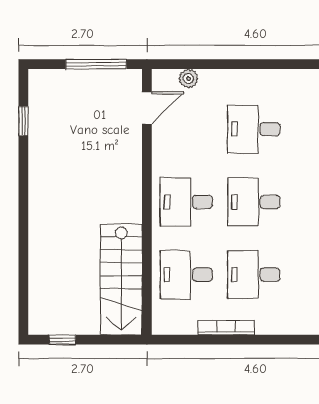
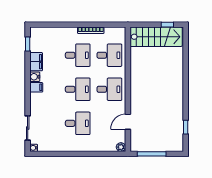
plant: (188, 79) -> (121, 147), moved
door: (147, 108) -> (128, 122), moved
stairs: (121, 279) -> (156, 37), moved, turned 90

